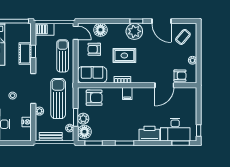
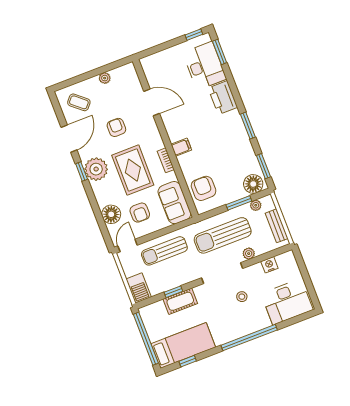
rug: (124, 55) -> (133, 170), width x1.36, depth x1.43
armchair: (180, 76) -> (116, 127), moved
plant: (83, 119) -> (237, 192), removed

